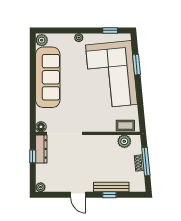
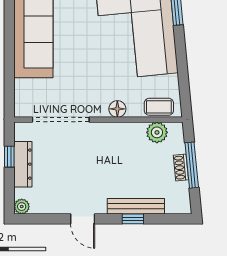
floor lamp: (41, 127) -> (117, 109), moved
dresser: (41, 149) -> (23, 164), moved

